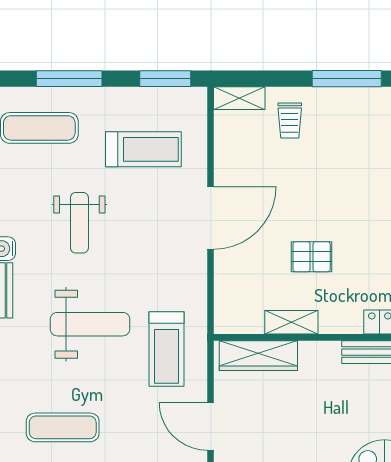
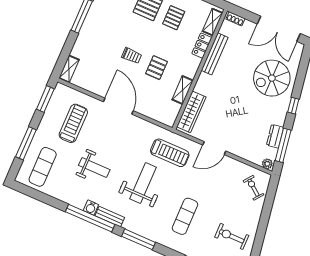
trolley: (290, 121) -> (132, 56), moved

